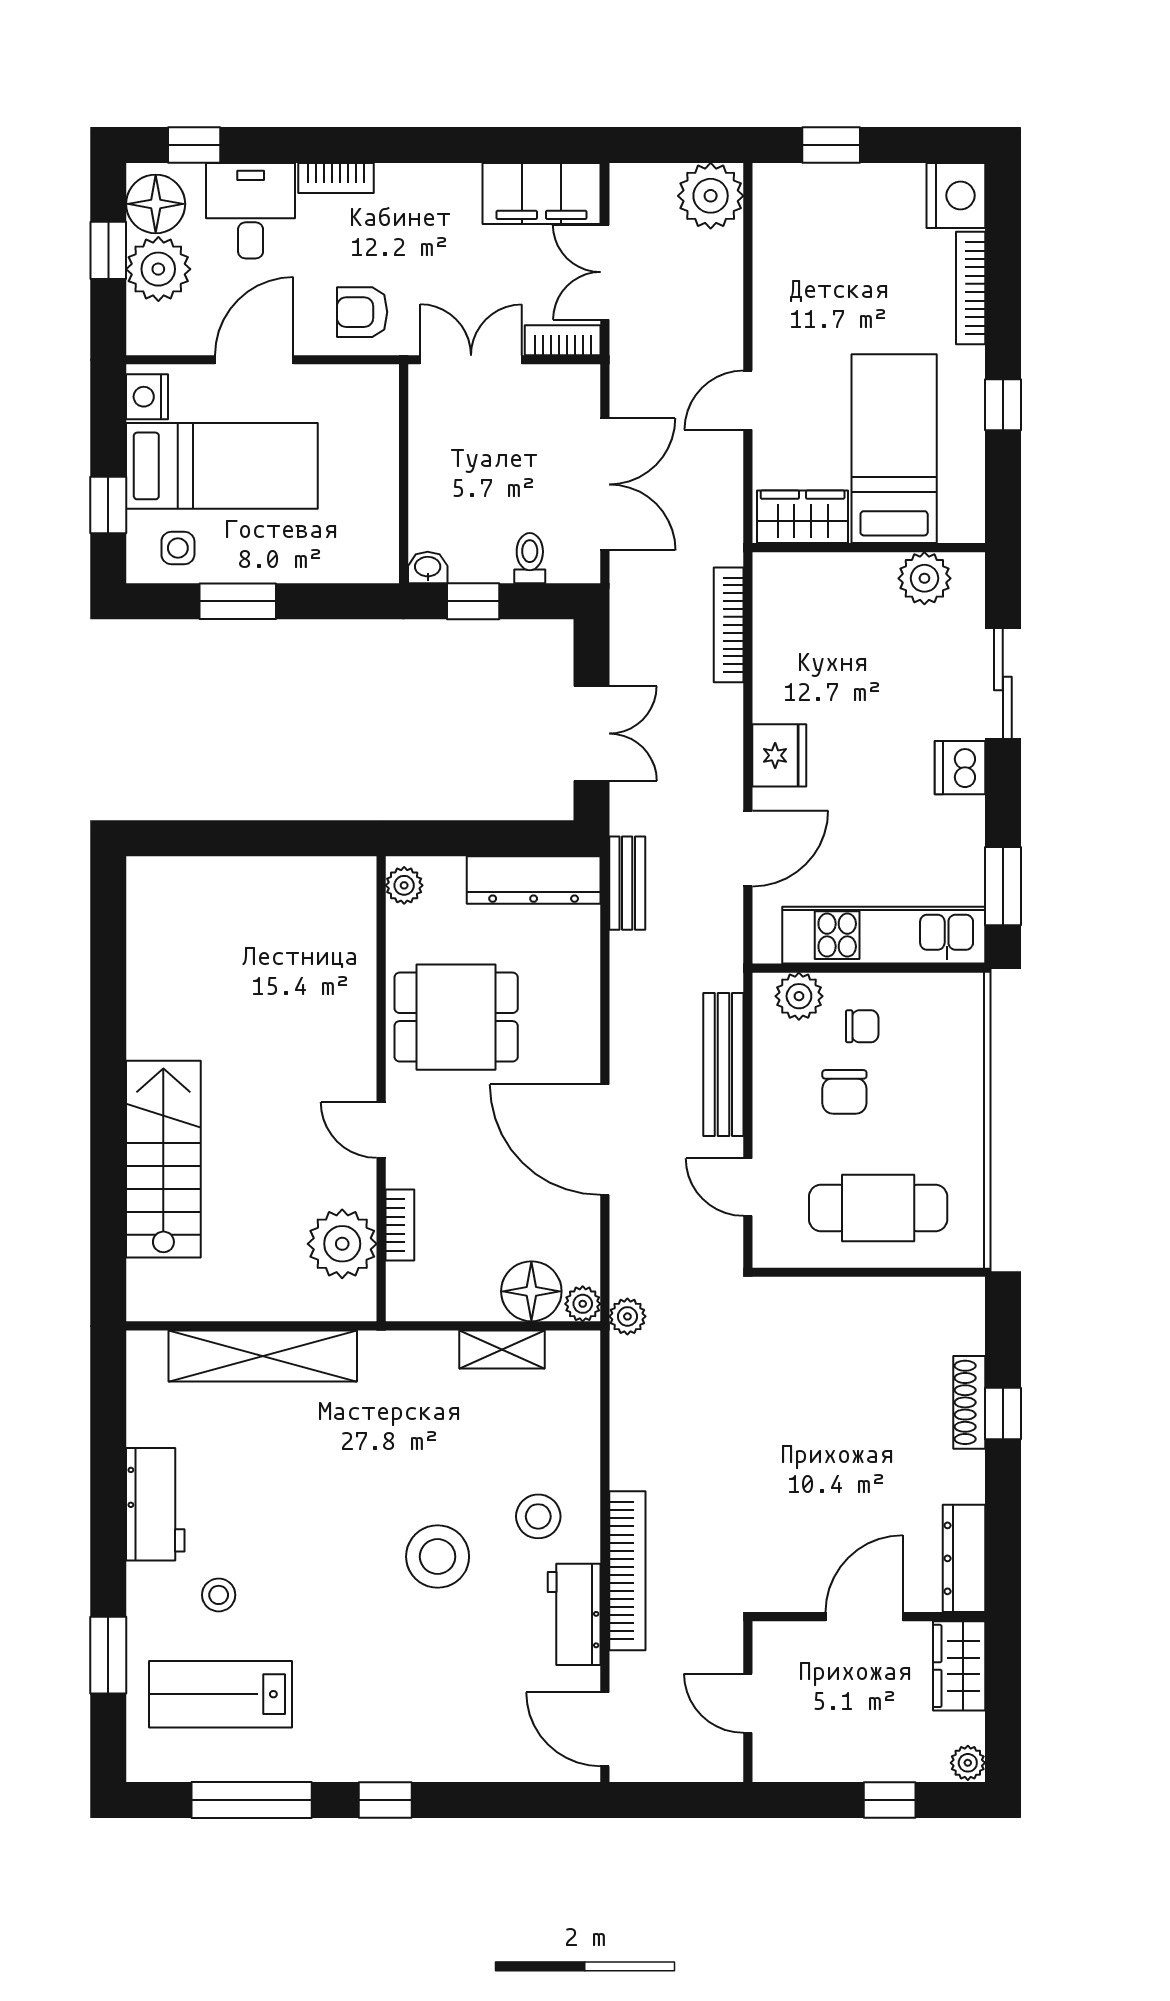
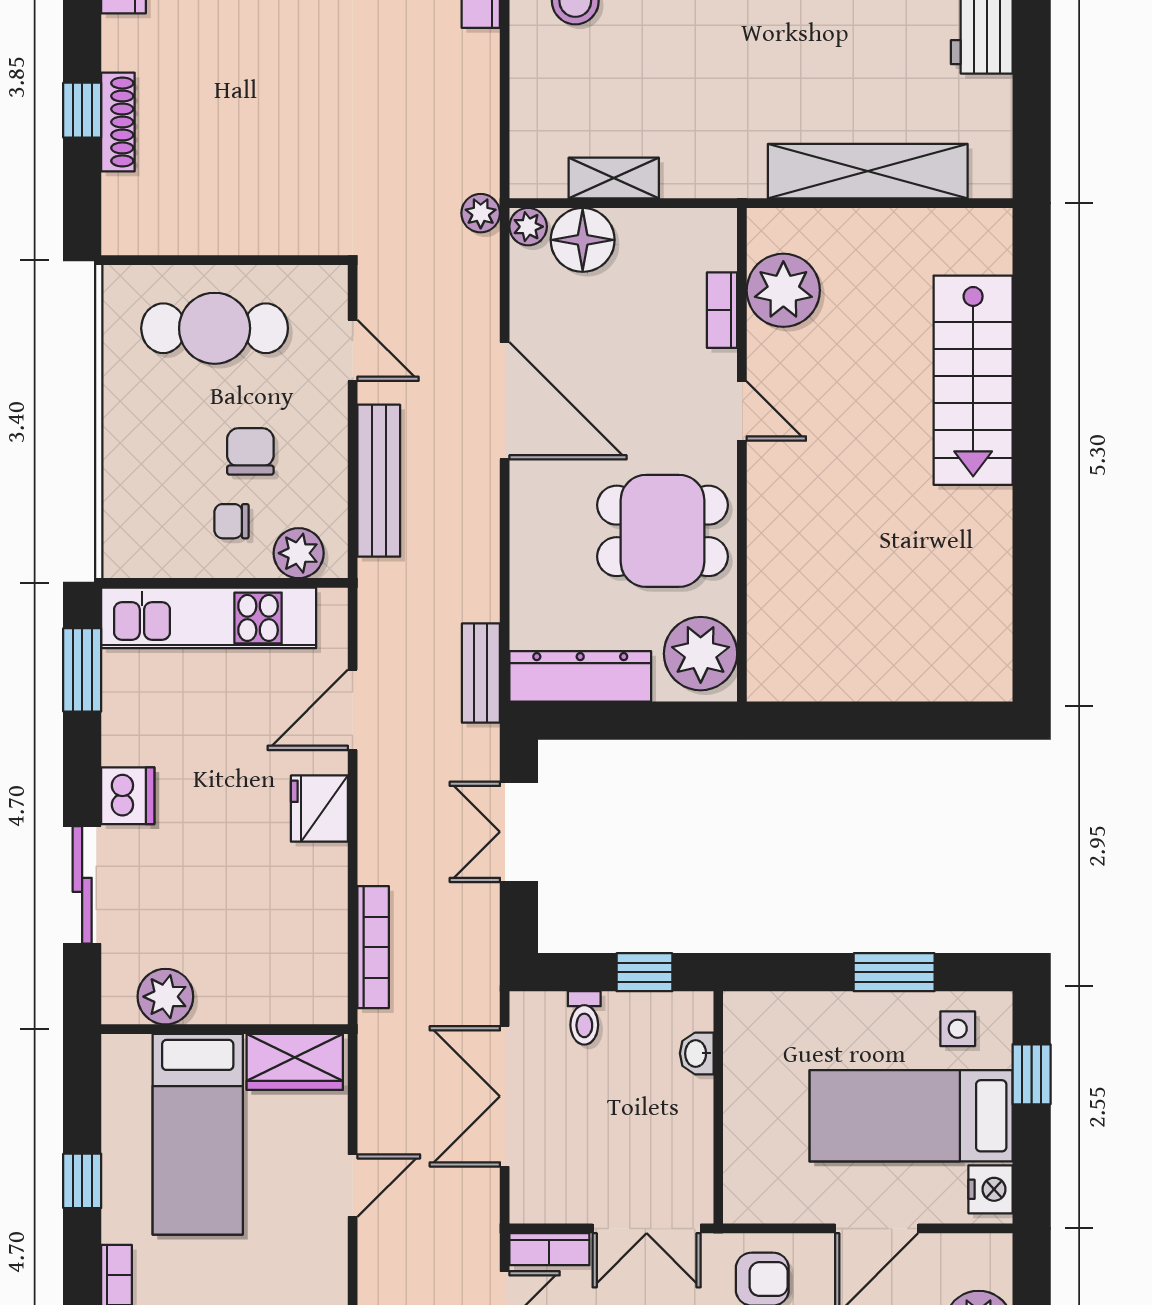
washbasin: (428, 568) -> (697, 1053), moved, turned 90
plant: (404, 885) -> (701, 654), width x1.87, depth x1.87

